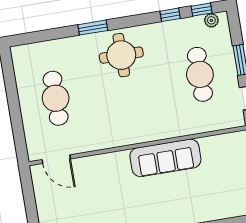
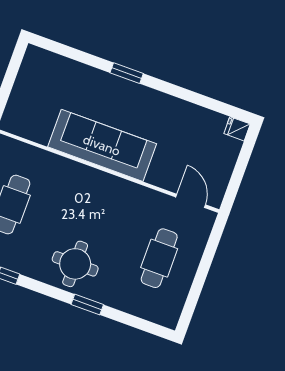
sofa: (165, 158) -> (102, 145), width x1.36, depth x1.27

